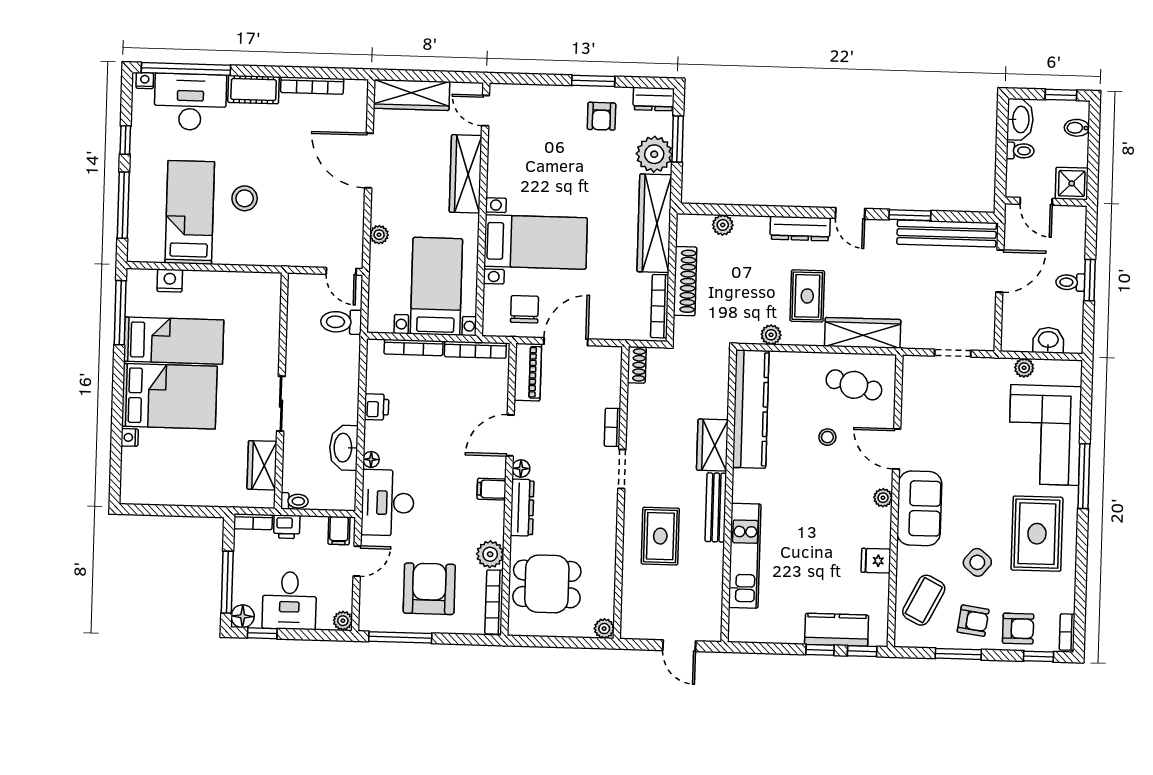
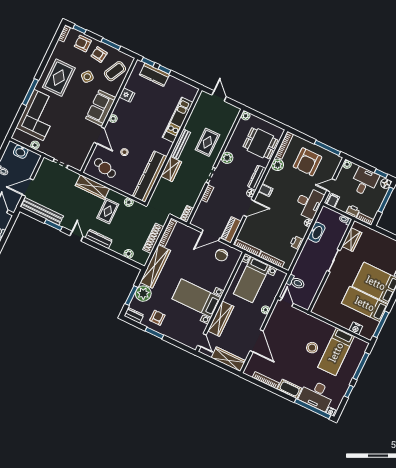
bed with nightstands: (536, 242) -> (196, 298), moved
plant: (604, 522) -> (227, 158), added

